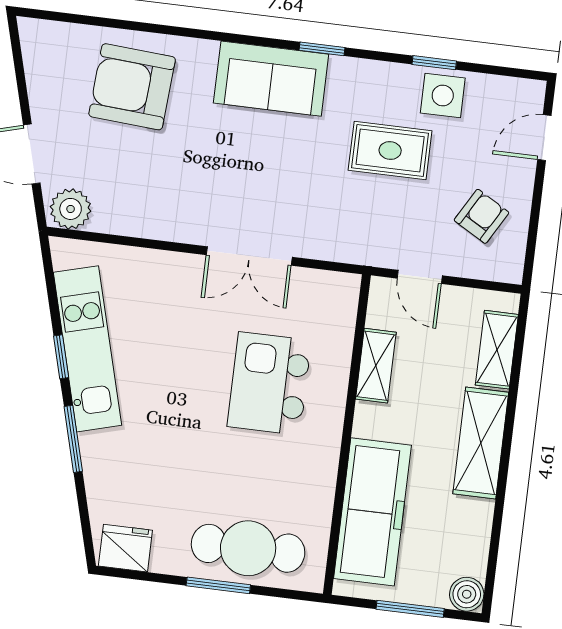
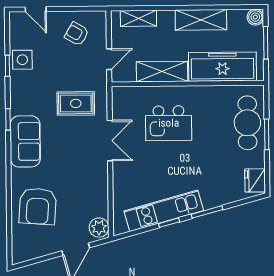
rug: (390, 151) -> (76, 103), moved, turned 90
shelving: (376, 366) -> (162, 72), width x1.50, depth x1.33
shelving: (481, 443) -> (201, 20), moved

